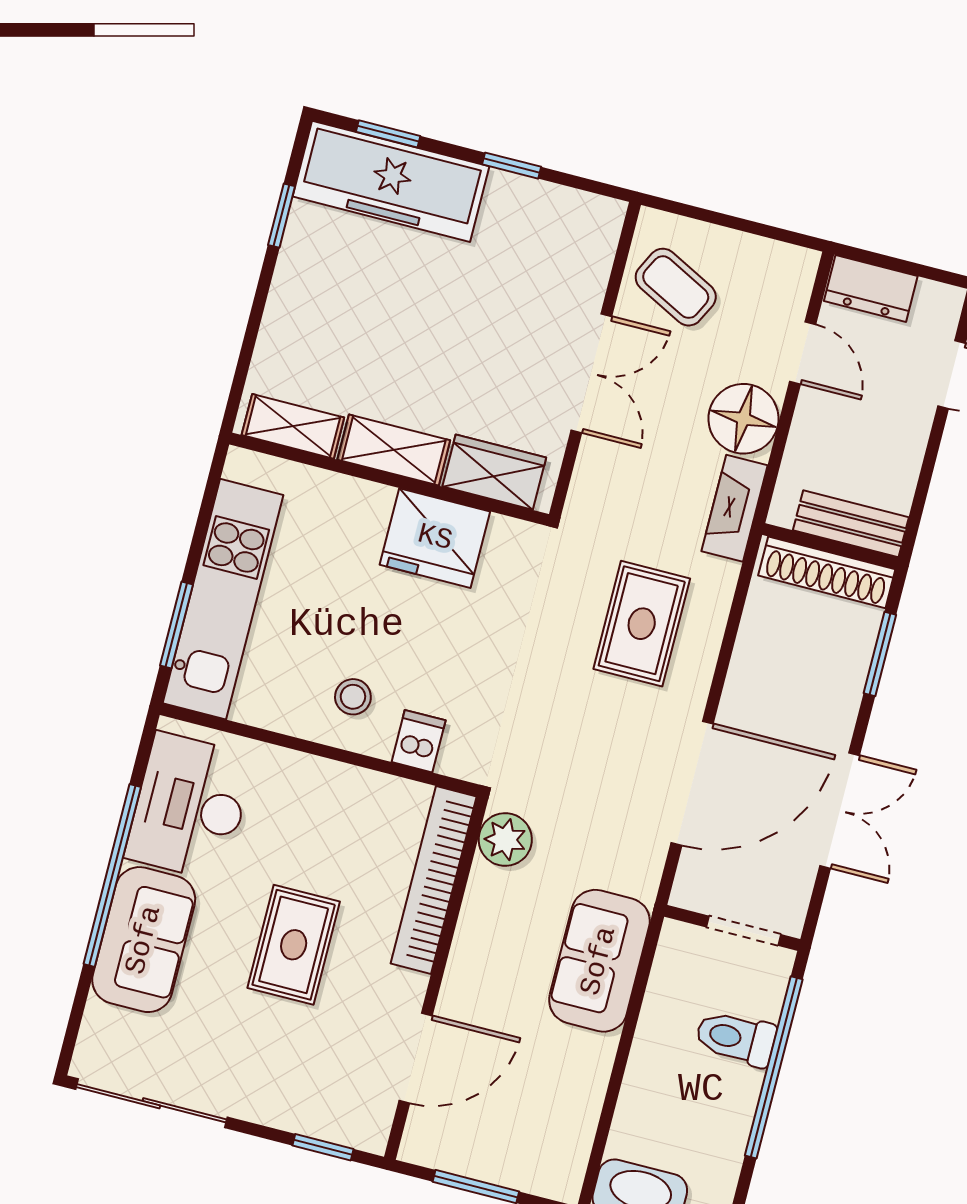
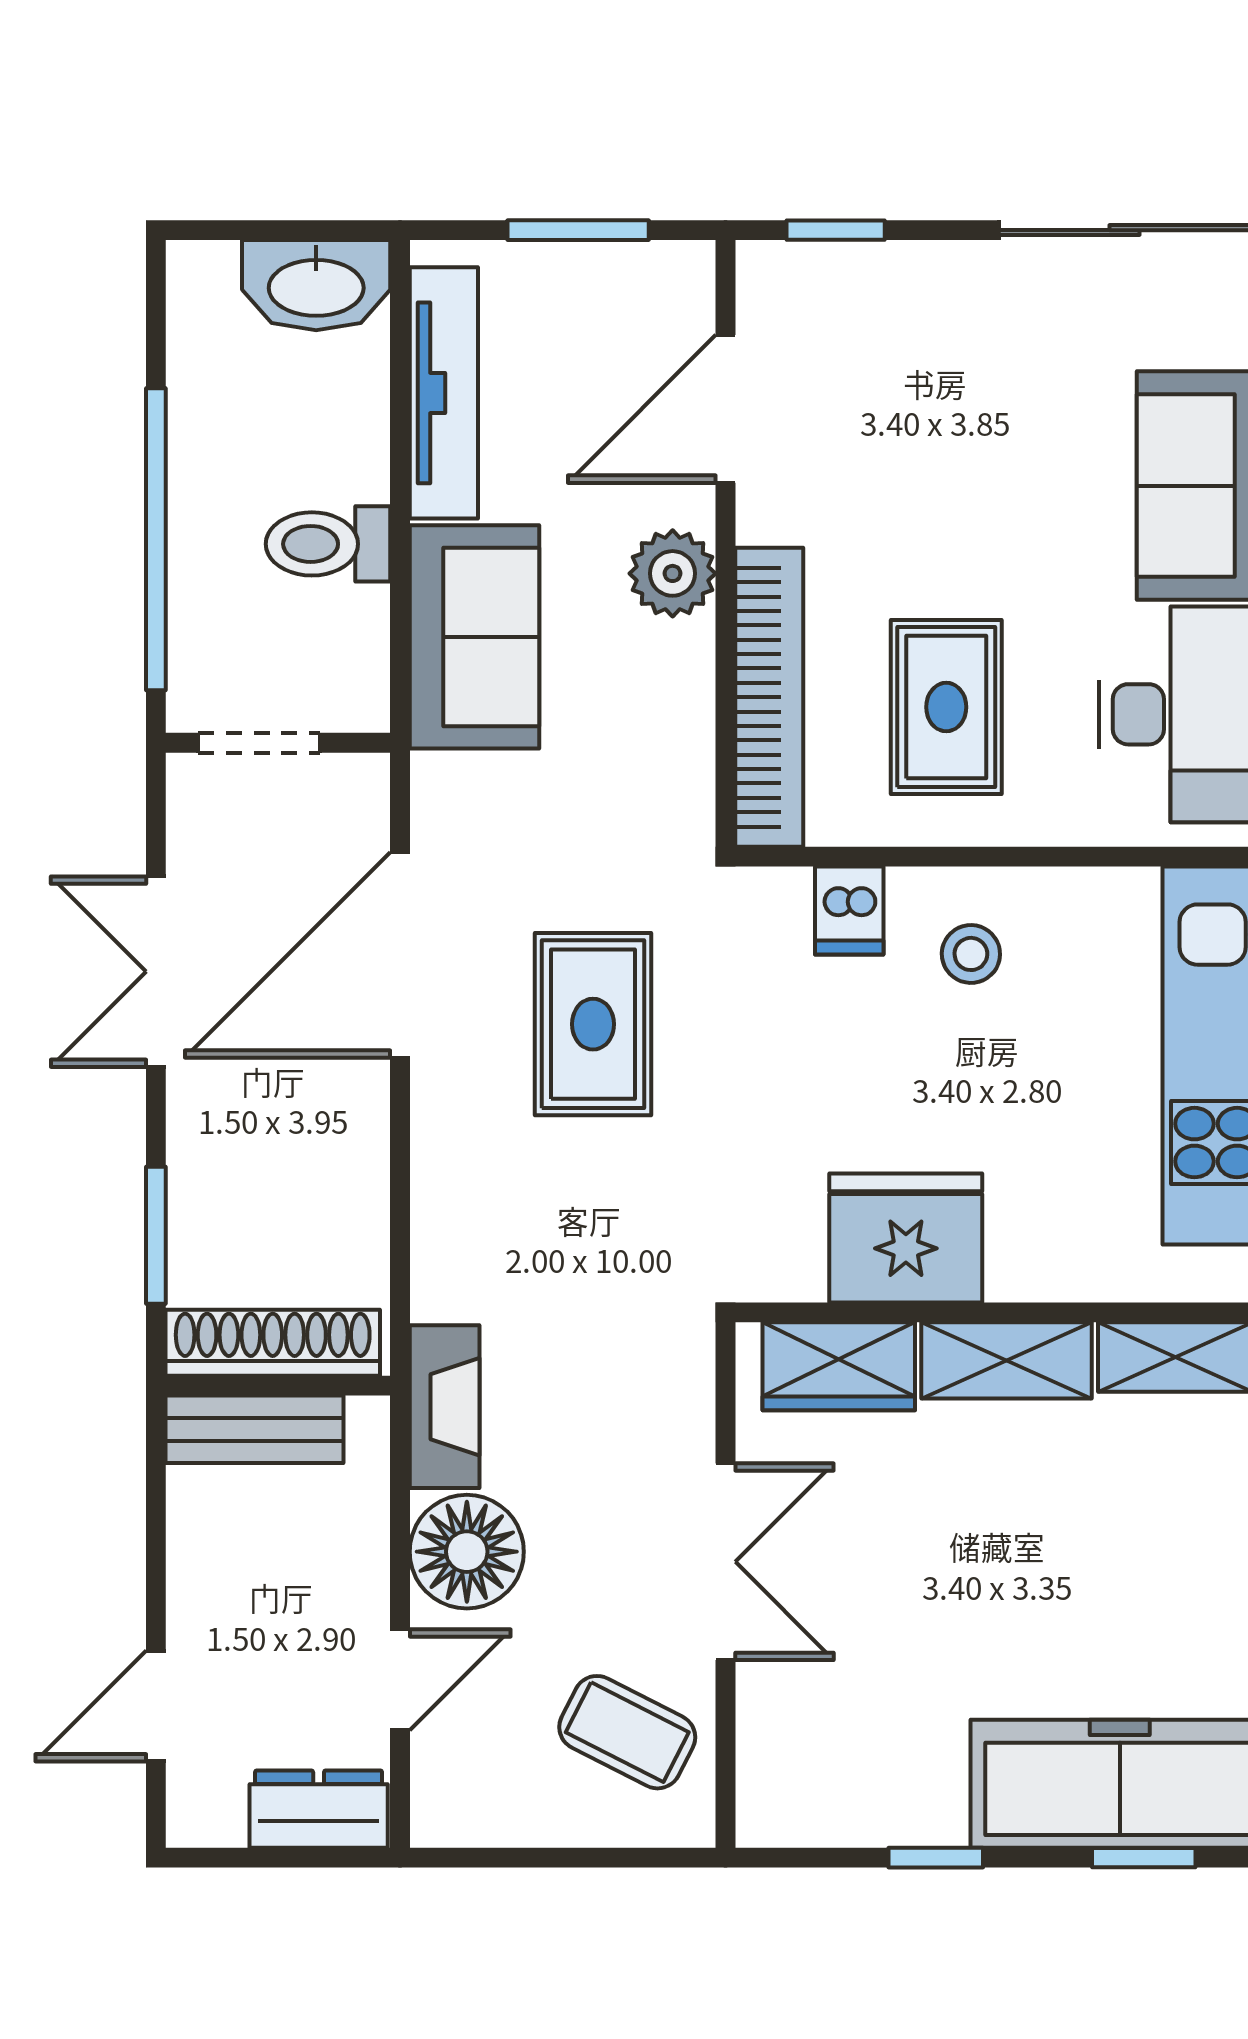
door: (803, 353) -> (400, 1680), swing flipped
double door: (591, 373) -> (725, 1562), swing flipped
rug: (642, 624) -> (593, 1024), moved
plant: (505, 840) -> (673, 573), moved
rug: (294, 945) -> (946, 707), moved
toilet: (736, 1038) -> (328, 544), moved, turned 180
tv unit: (580, 1110) -> (444, 393), added

